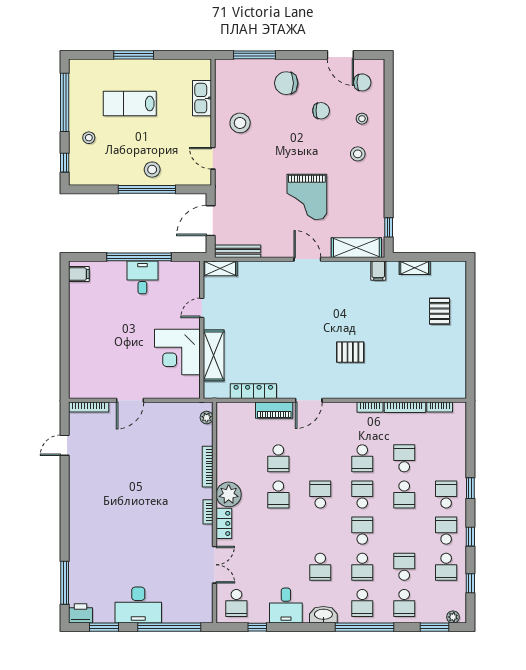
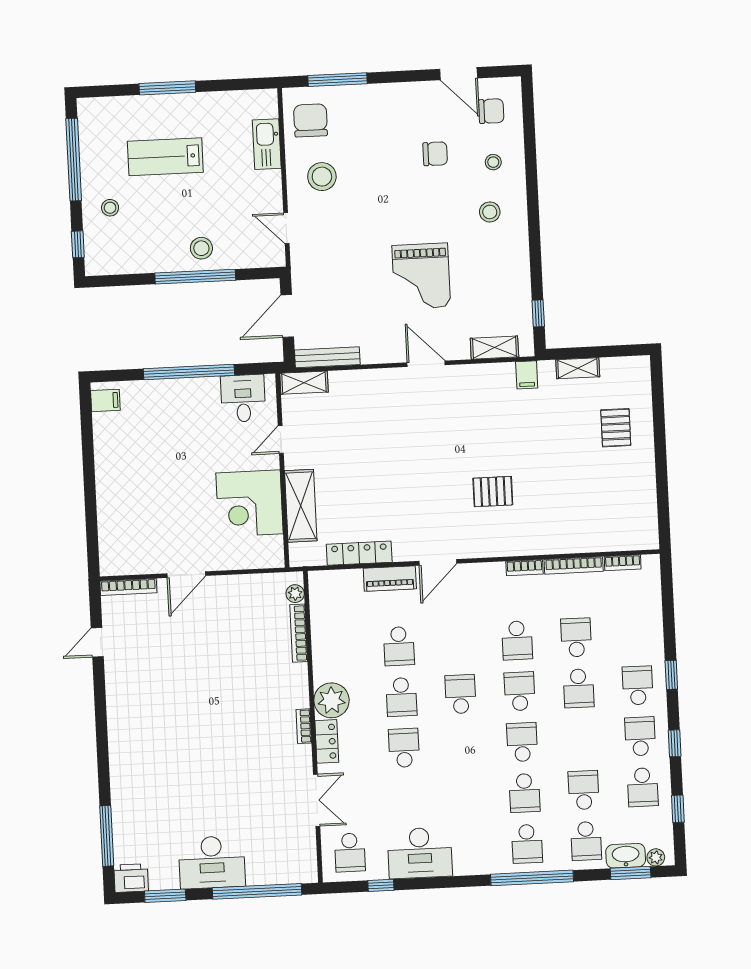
chair: (286, 83) -> (311, 120), moved, turned 90
shelving: (356, 248) -> (494, 348), width x0.67, depth x0.75
desk: (142, 277) -> (243, 398), moved
bookcase: (208, 467) -> (299, 633), moved
school desk: (320, 567) -> (404, 748), moved, turned 180
desk: (286, 606) -> (420, 853), width x1.37
washbasin: (323, 615) -> (626, 856), moved

